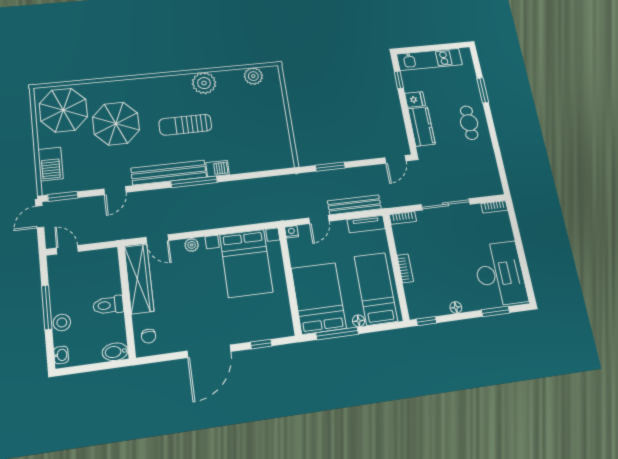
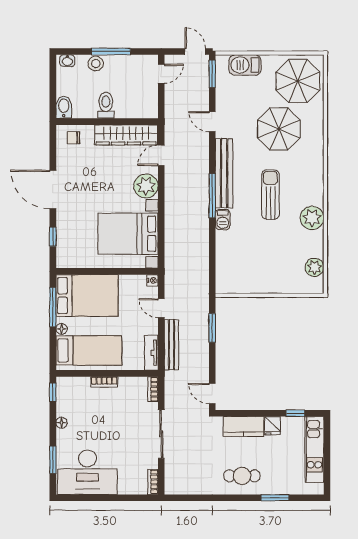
plant: (192, 245) -> (146, 186), width x1.88, depth x1.88

